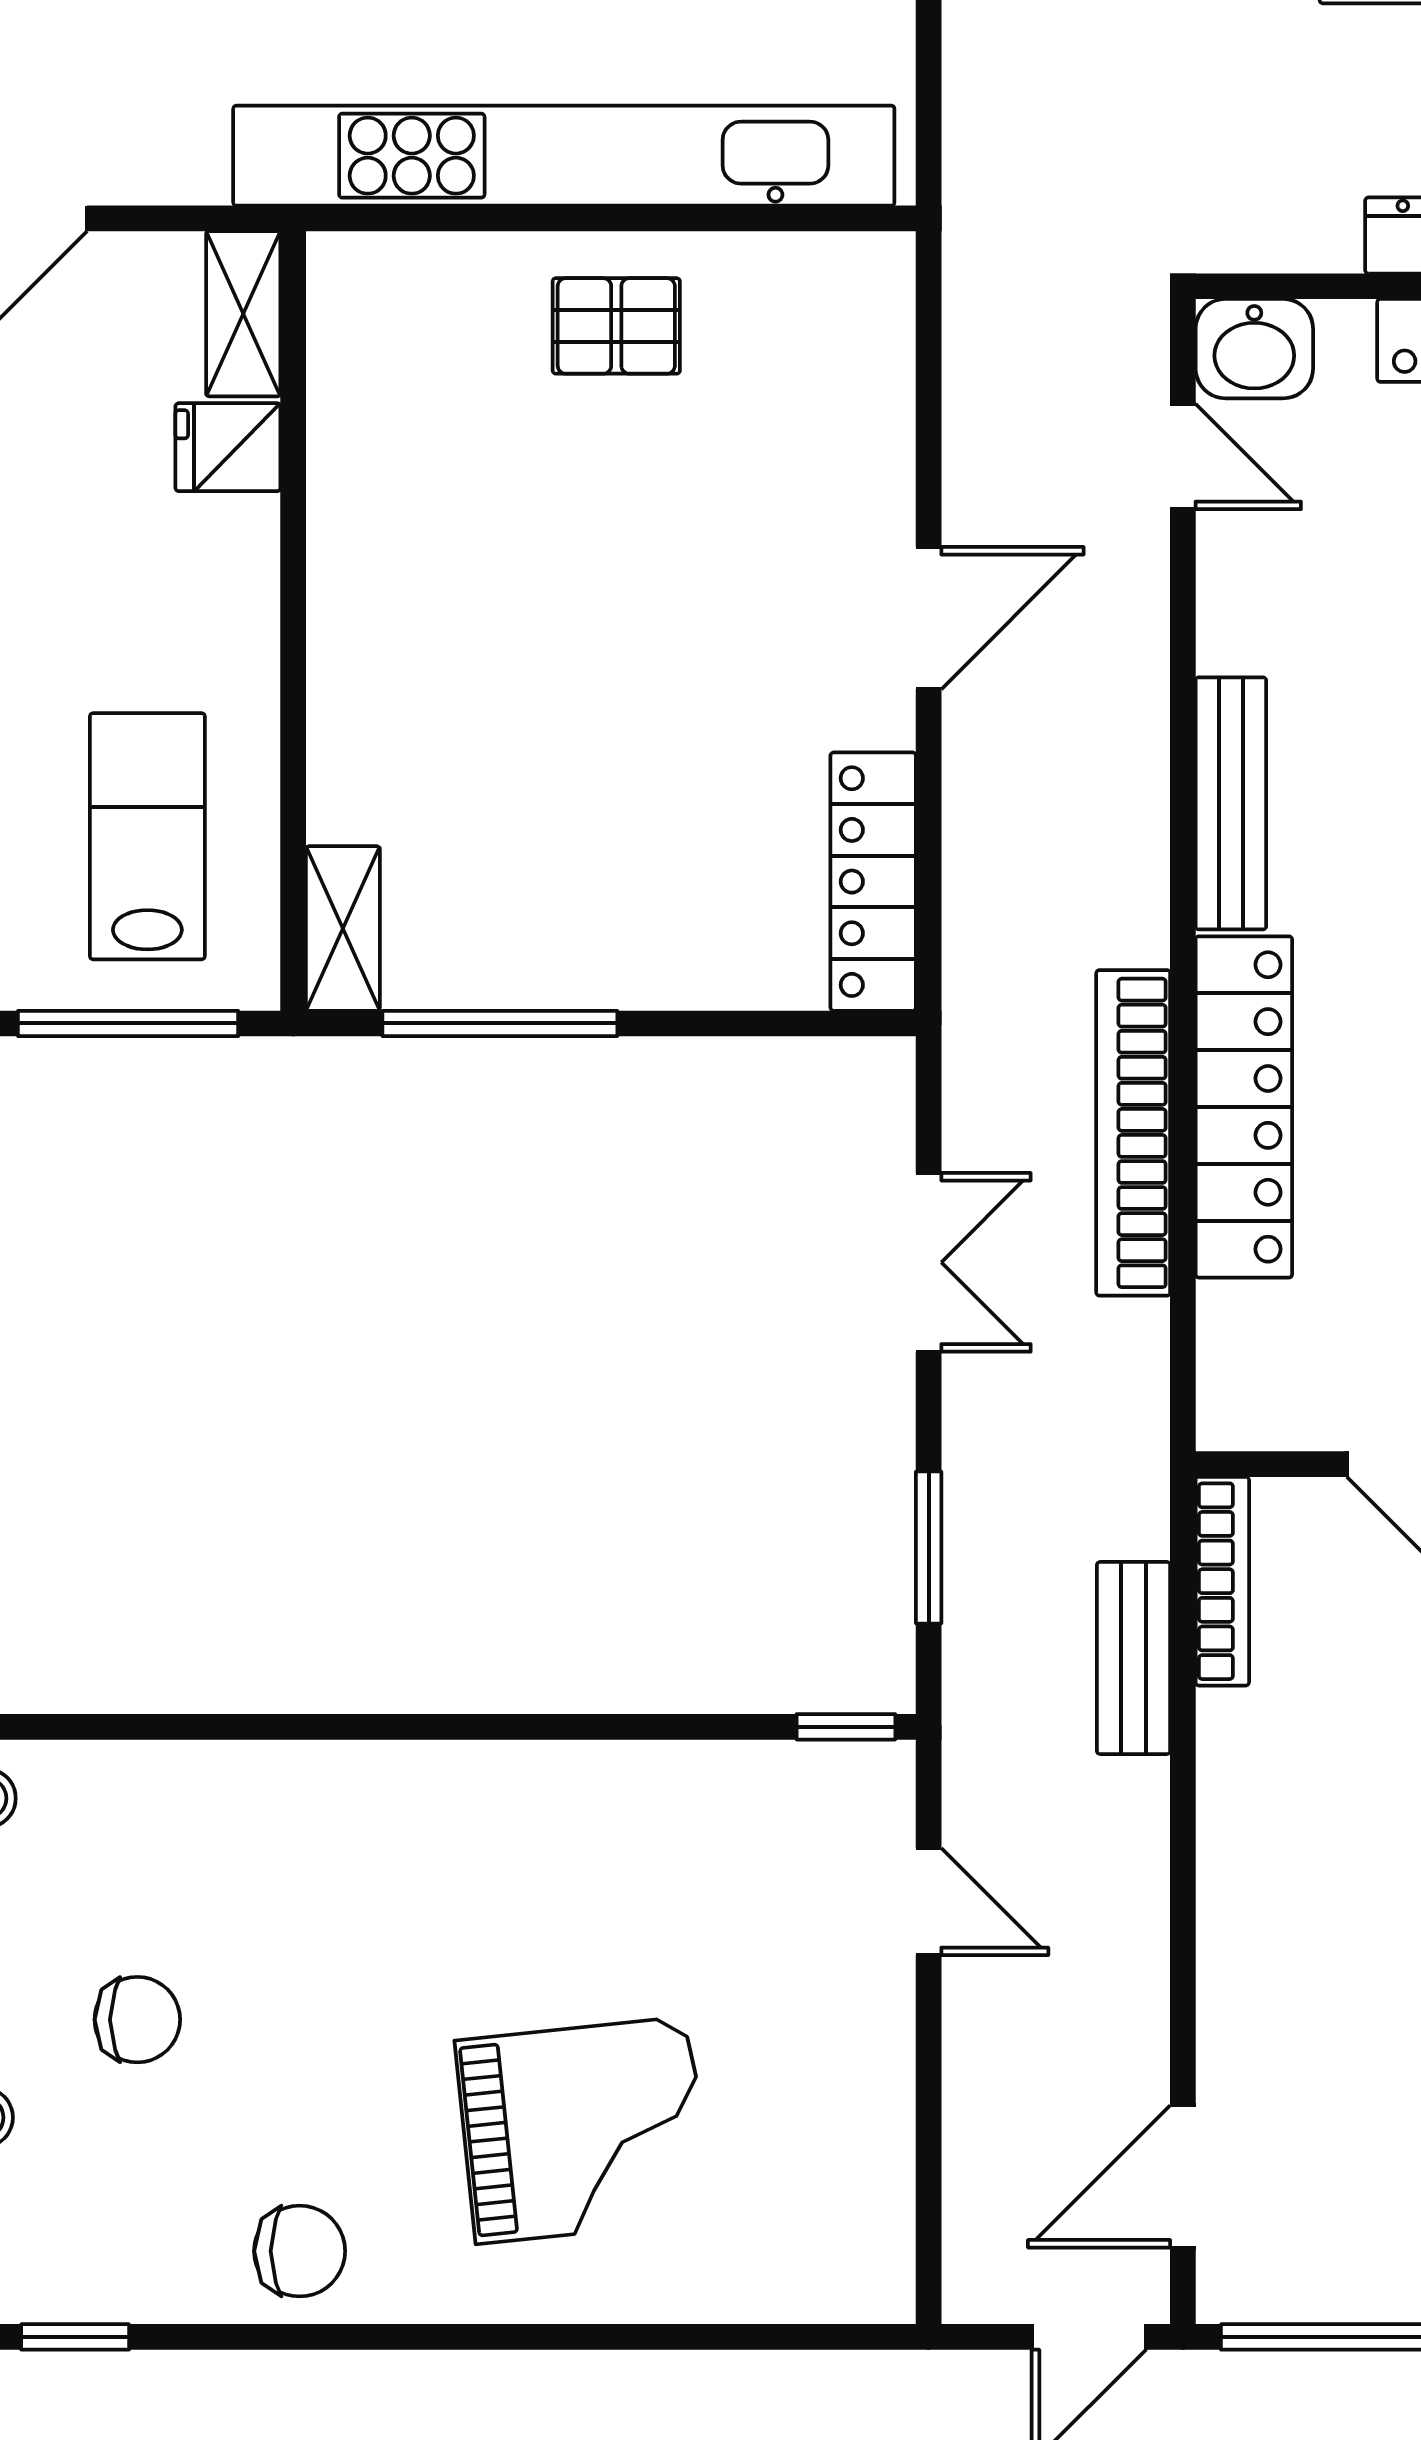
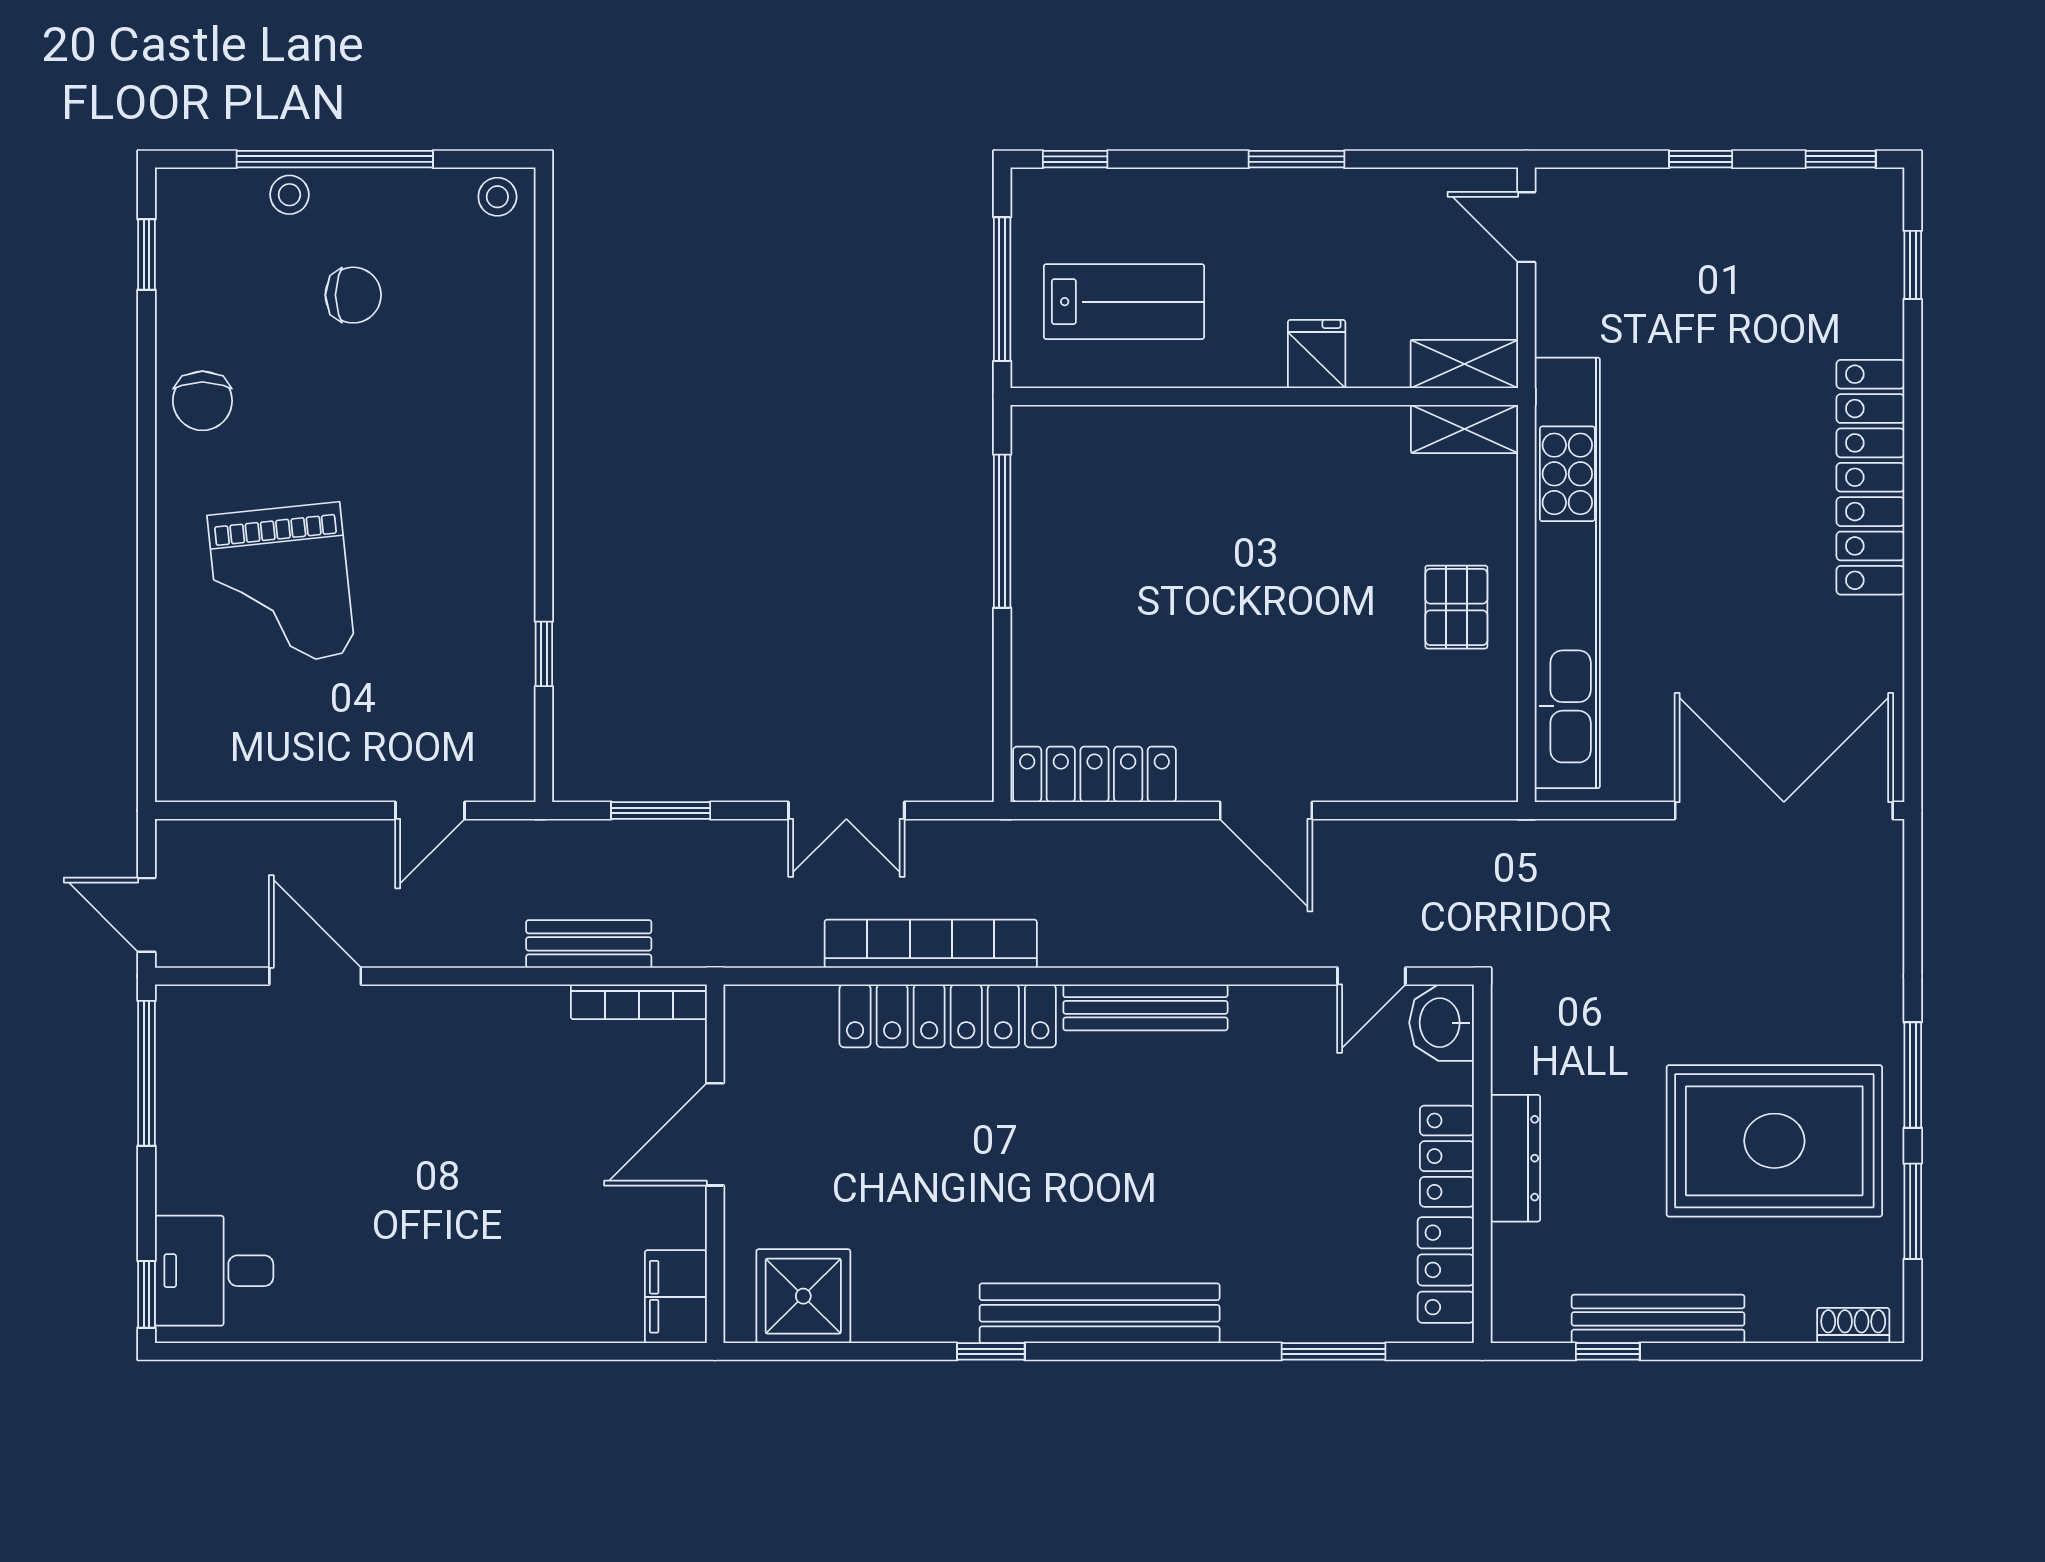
fridge: (228, 447) -> (1317, 354), moved
shelving: (343, 928) -> (1465, 429), moved
window: (846, 1727) -> (544, 654), moved
chair: (137, 2020) -> (353, 295), turned -90
door: (1183, 2176) -> (315, 976), moved

